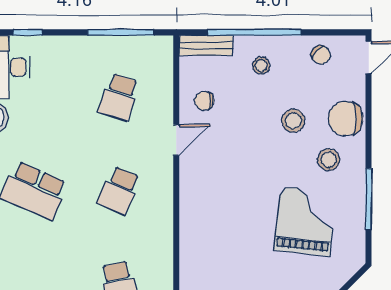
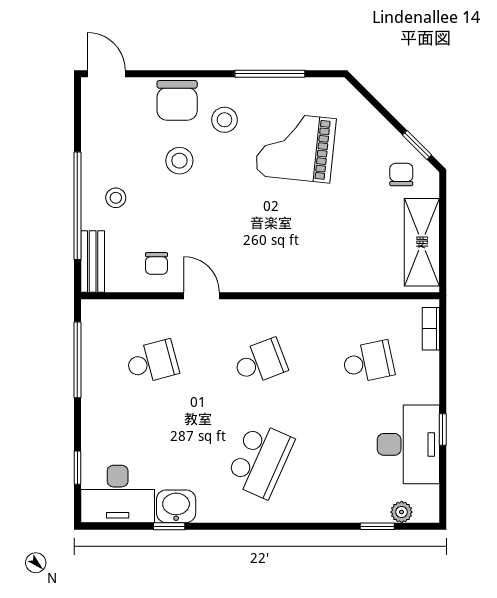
chair: (321, 55) -> (103, 129), removed
school desk: (119, 97) -> (152, 362), turned -33
school desk: (119, 191) -> (260, 362), turned -45

